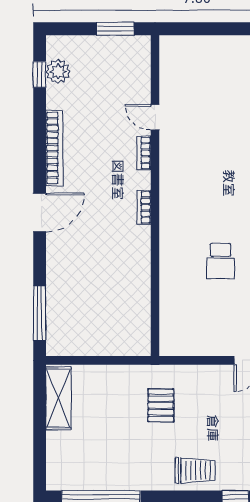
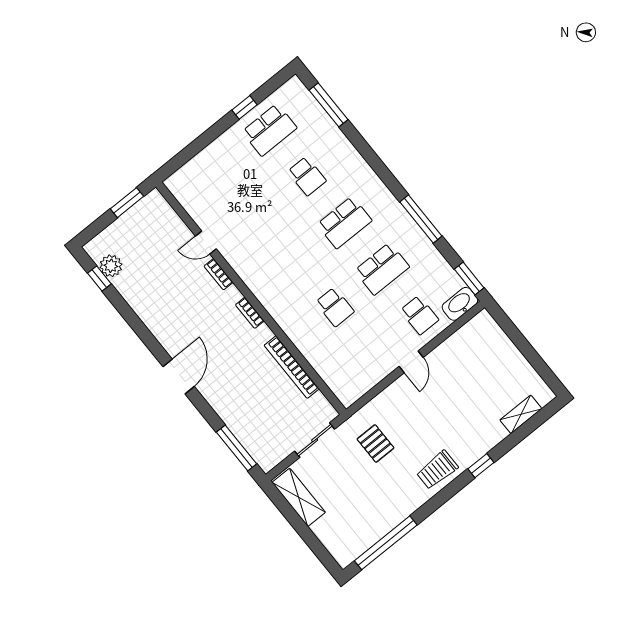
bookcase: (54, 148) -> (292, 367), moved, turned 180
sliding door: (112, 360) -> (315, 440), added
trolley: (195, 470) -> (437, 470), turned 180

